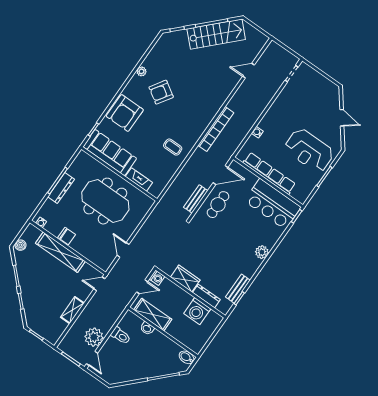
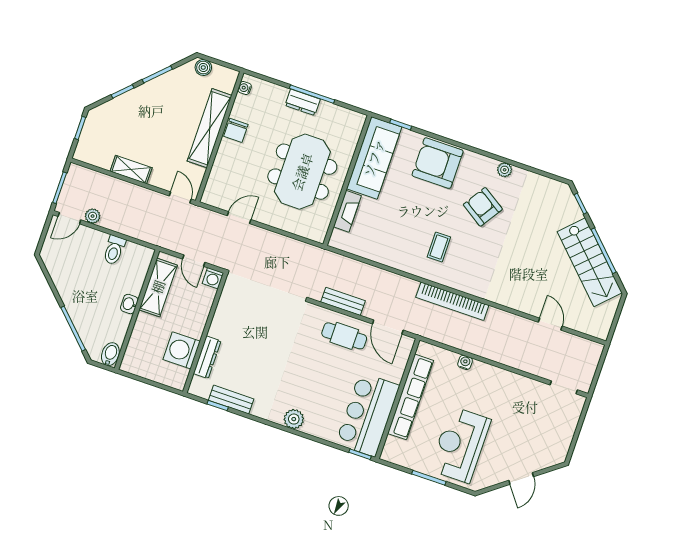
coffee table: (173, 147) -> (439, 247), moved
dresser: (61, 188) -> (303, 102), width x0.70
wardrobe: (185, 279) -> (224, 319), removed
washbasin: (147, 328) -> (129, 304), moved
plant: (94, 337) -> (93, 216), width x0.53, depth x0.53

